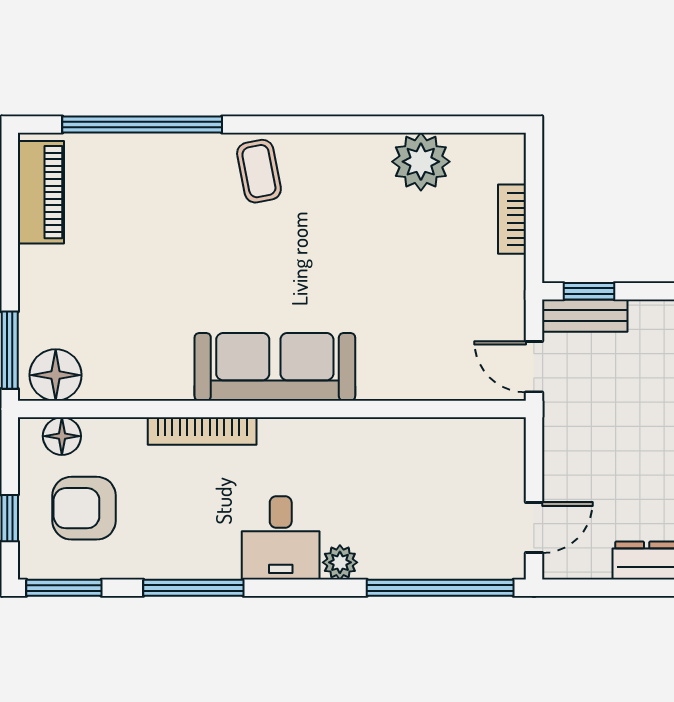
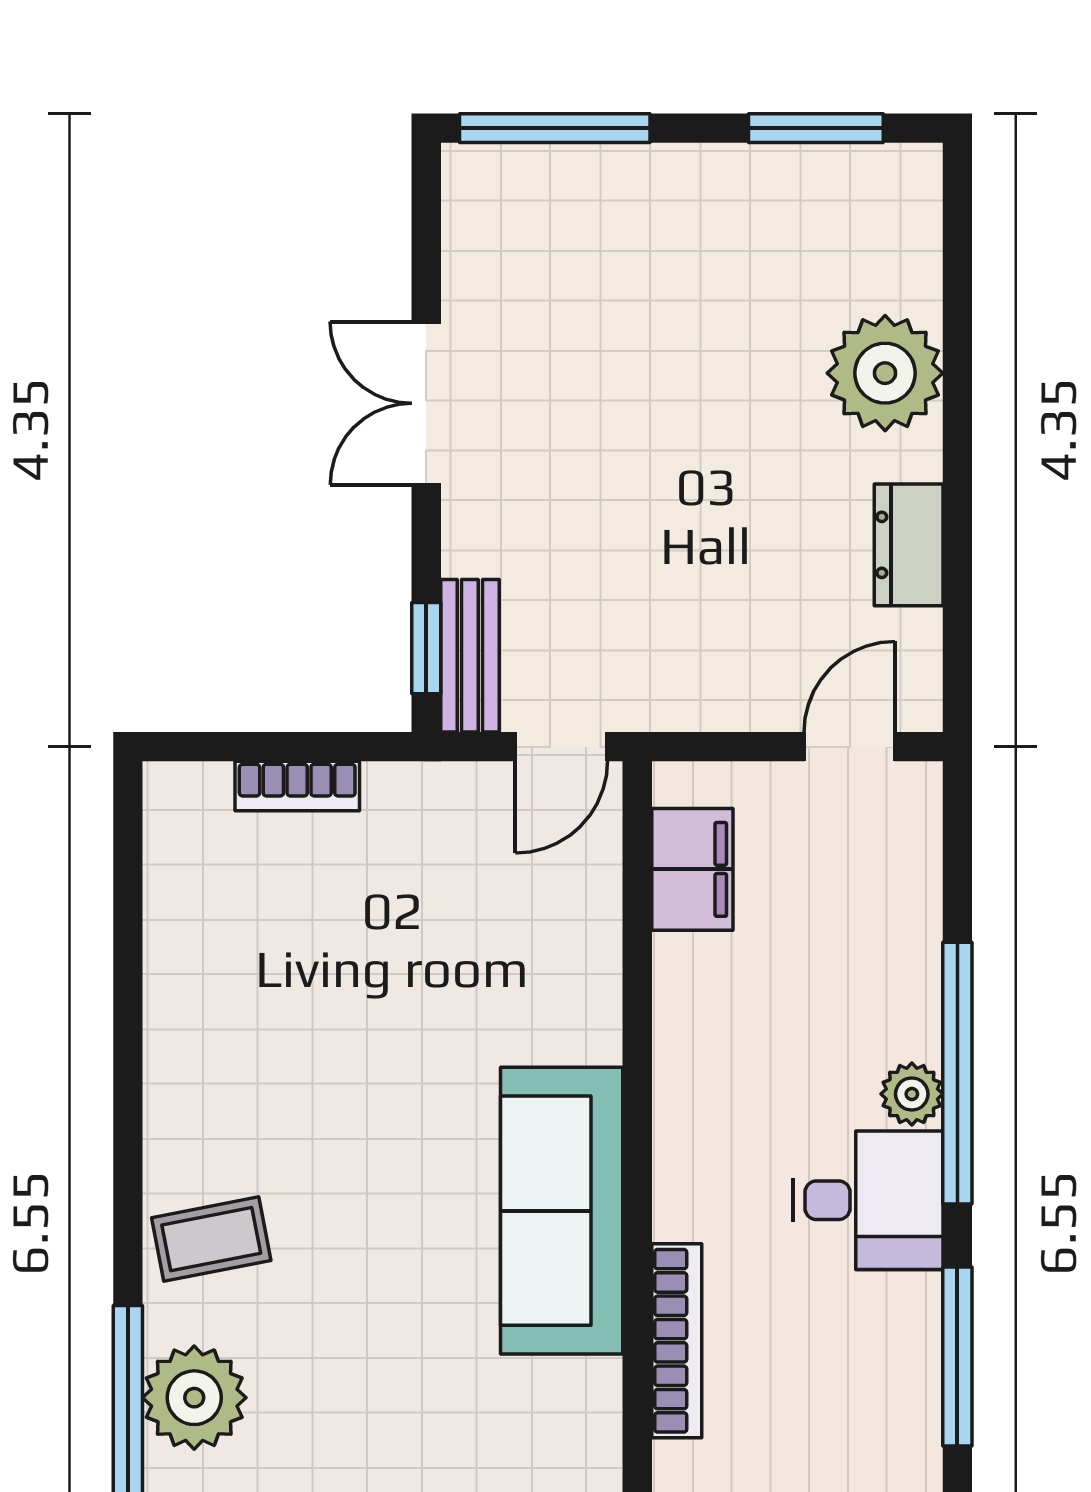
plant: (421, 162) -> (194, 1398), moved
filing cabinet: (465, 440) -> (692, 869), added
door: (534, 528) -> (849, 747), hinge flipped
window: (440, 588) -> (957, 1073), moved

